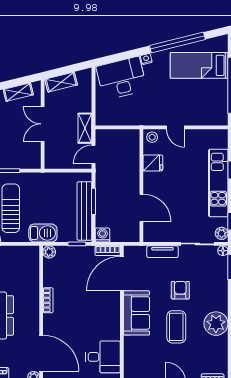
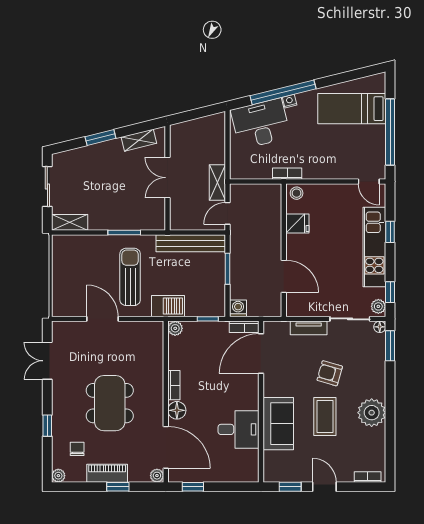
window: (177, 42) -> (283, 92), moved
shelving: (61, 82) -> (189, 128), removed
bookcase: (144, 121) -> (287, 174), added
door: (175, 127) -> (369, 182), moved
bench: (84, 211) -> (191, 243), moved, turned 90
armchair: (180, 290) -> (330, 373), turned -74
sofa: (137, 313) -> (278, 424), moved
floor lamp: (51, 322) -> (177, 410), added
desk: (103, 357) -> (238, 429), moved

